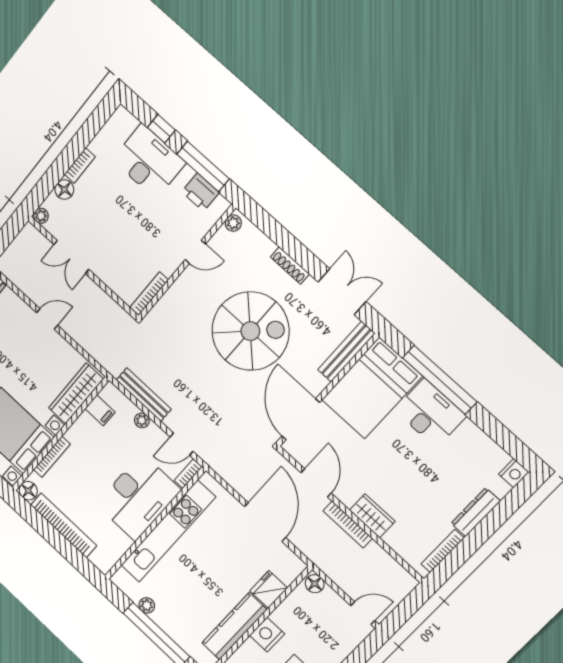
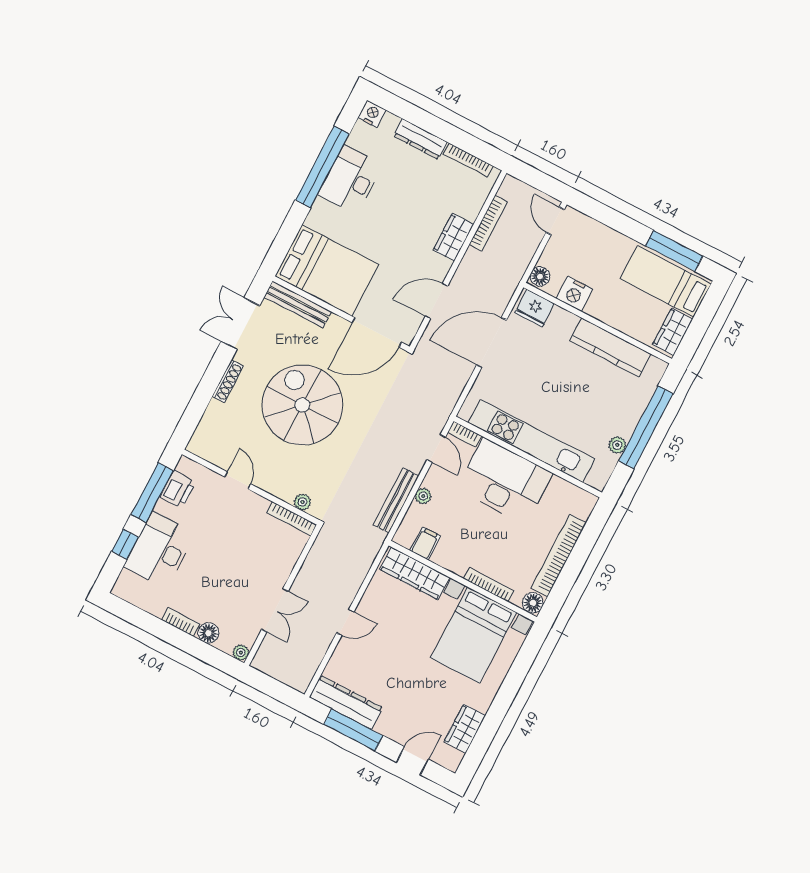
plant: (233, 223) -> (302, 502), moved
door: (47, 319) -> (345, 622), swing flipped
window: (440, 380) -> (322, 167), moved
desk: (430, 413) -> (351, 180), moved
bookcase: (348, 525) -> (488, 223), moved
fridge: (269, 589) -> (535, 308), moved
nightstand: (267, 635) -> (574, 294), moved

